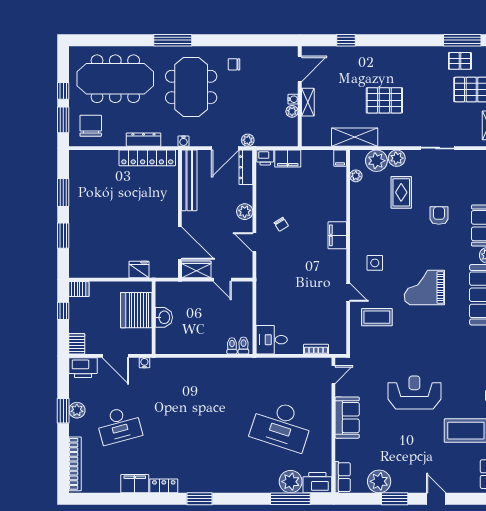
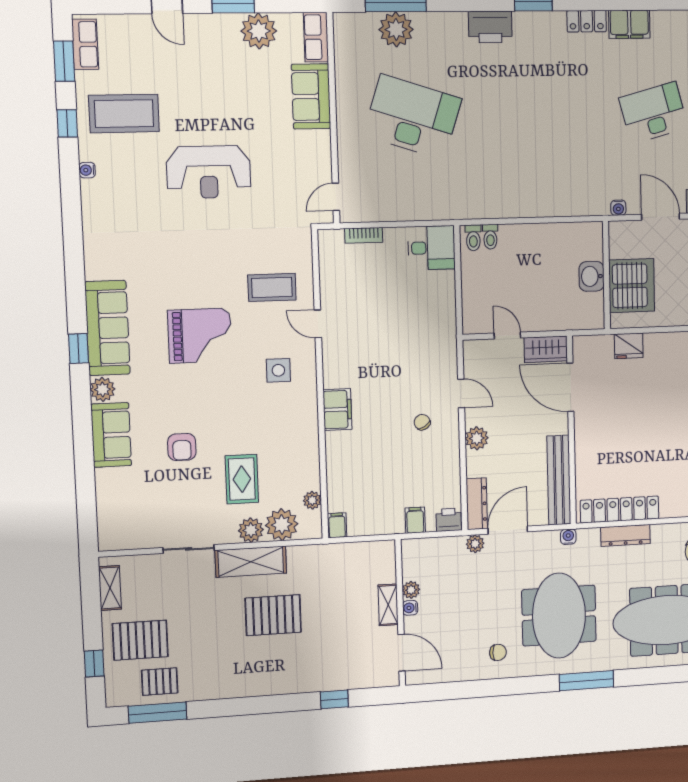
door: (300, 69) -> (402, 653), swing flipped
shelving: (355, 137) -> (251, 562), moved
filing cabinet: (288, 159) -> (415, 520), width x0.50
sofa: (347, 418) -> (311, 96), moved
printer: (317, 483) -> (490, 27), moved

